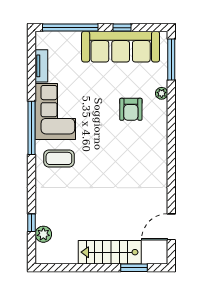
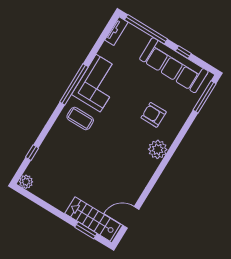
tv unit: (41, 66) -> (116, 31), moved
plant: (162, 93) -> (158, 149), moved, width x1.87, depth x1.87
armchair: (131, 109) -> (154, 115), turned 90
plant: (43, 234) -> (26, 182), moved
stairs: (110, 252) -> (93, 219), moved

